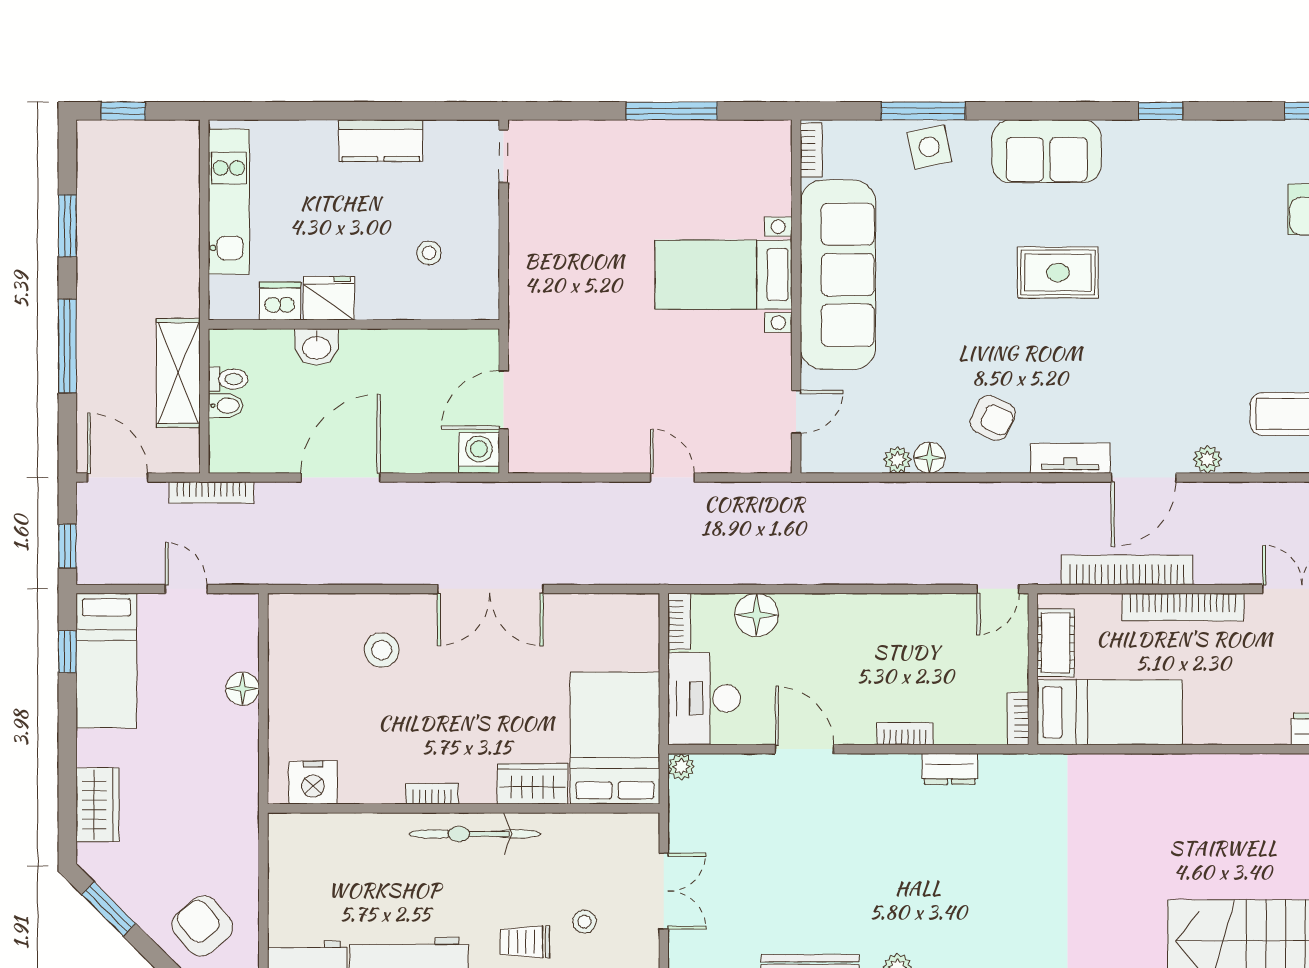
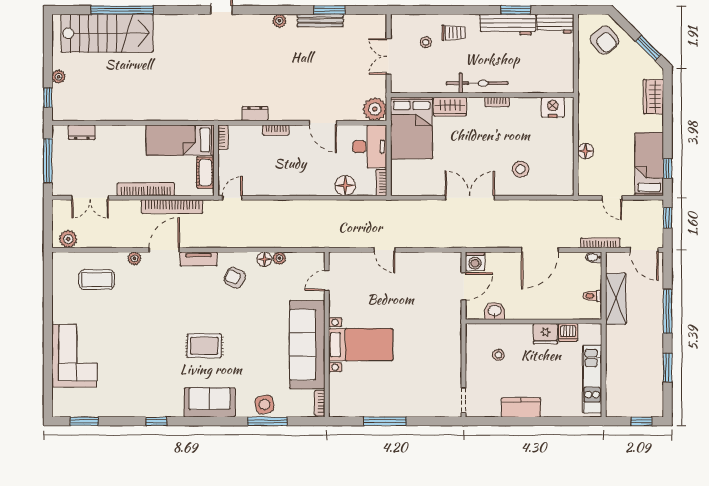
washbasin: (317, 347) -> (495, 311), moved
bidet: (226, 406) -> (594, 257), moved
plant: (681, 767) -> (375, 109), width x1.87, depth x1.87

